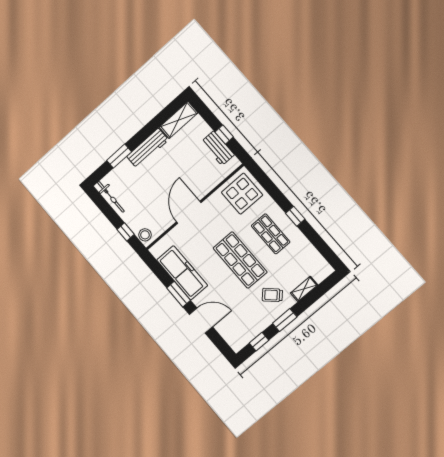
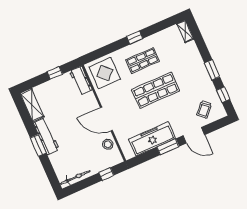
workbench: (218, 148) -> (81, 81), moved, turned 90
window: (119, 156) -> (38, 145), moved
stool: (145, 235) -> (108, 144), moved
shelving: (304, 289) -> (185, 31), moved
trolley: (272, 295) -> (204, 109), moved
door: (201, 321) -> (194, 135), swing flipped

